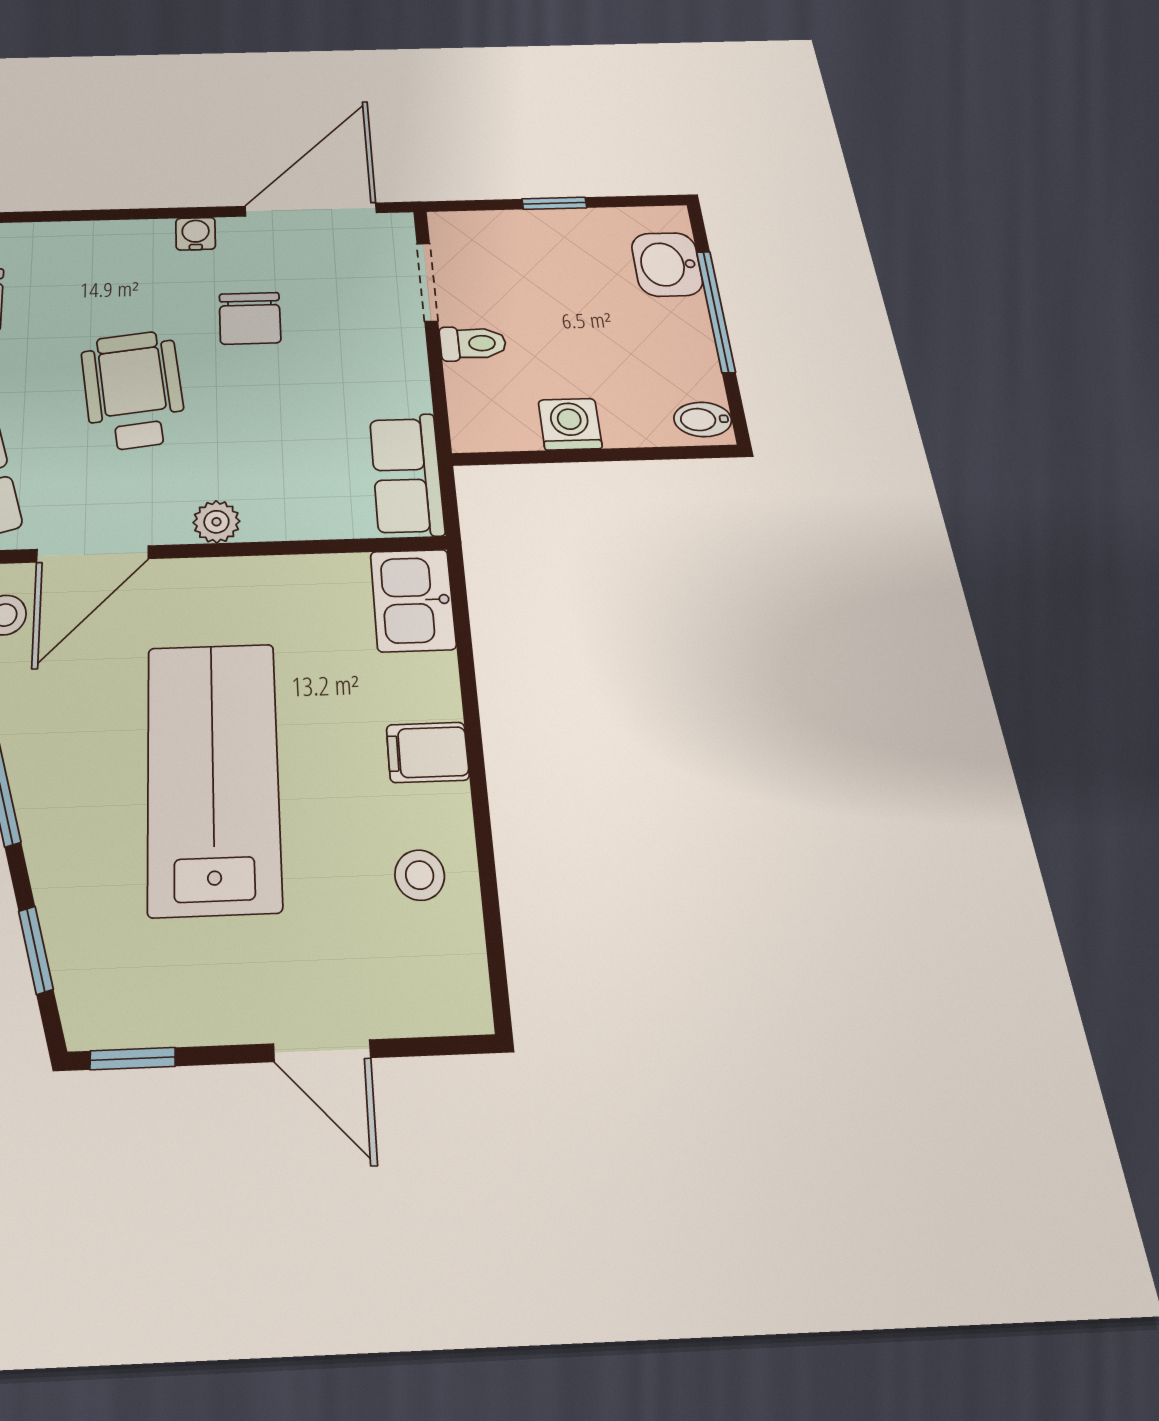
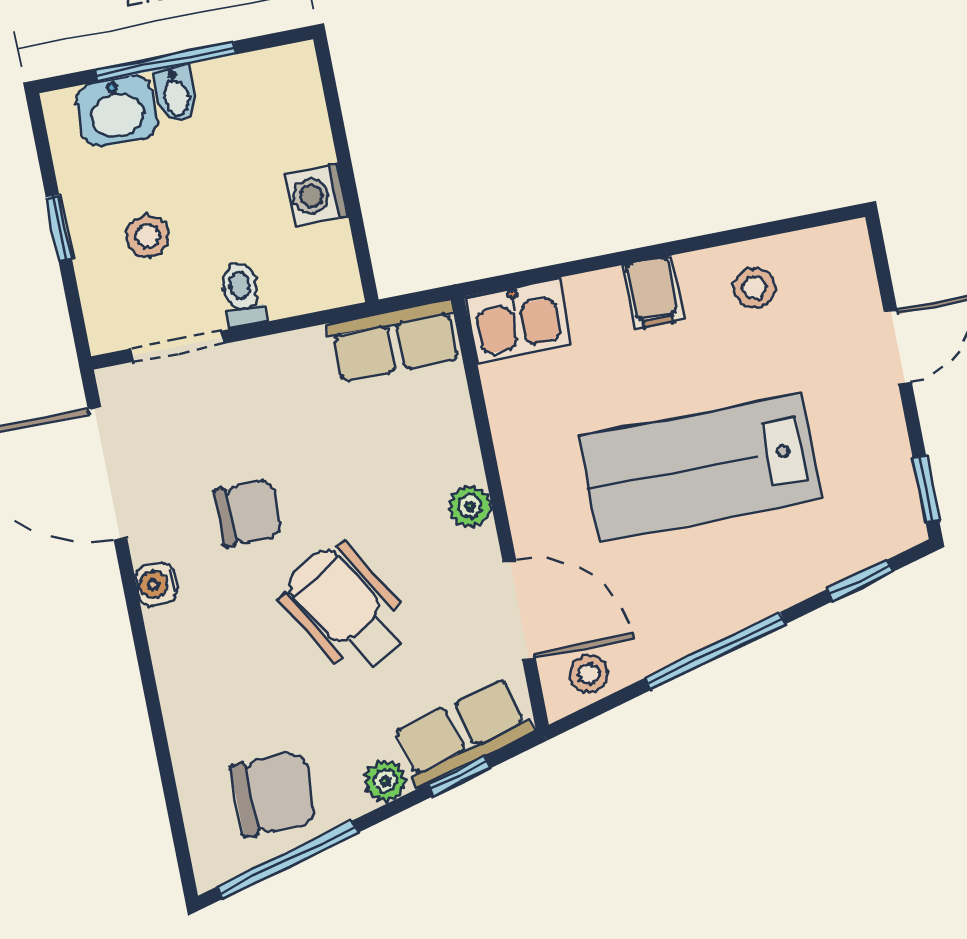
stool: (540, 273) -> (148, 236), added
wheelchair: (133, 390) -> (346, 609), turned 66
bidet: (703, 419) -> (176, 94), moved

